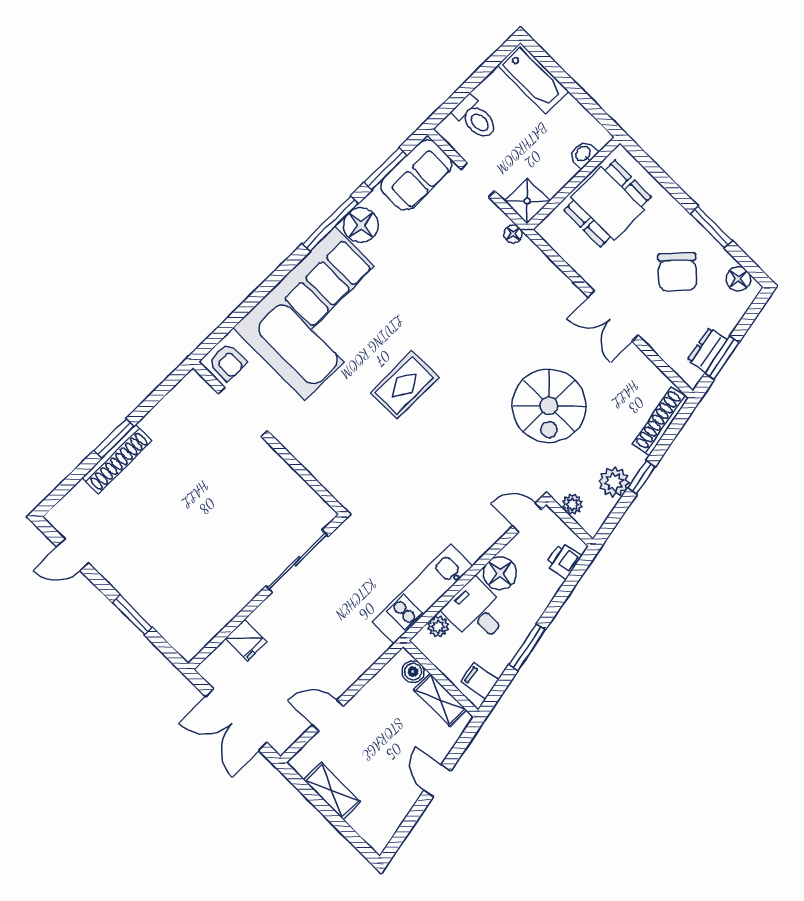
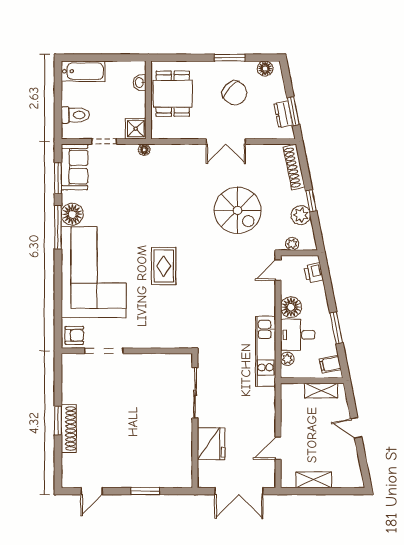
fridge: (246, 640) -> (211, 444), width x1.88, depth x1.34
boiler: (413, 672) -> (296, 390), removed

